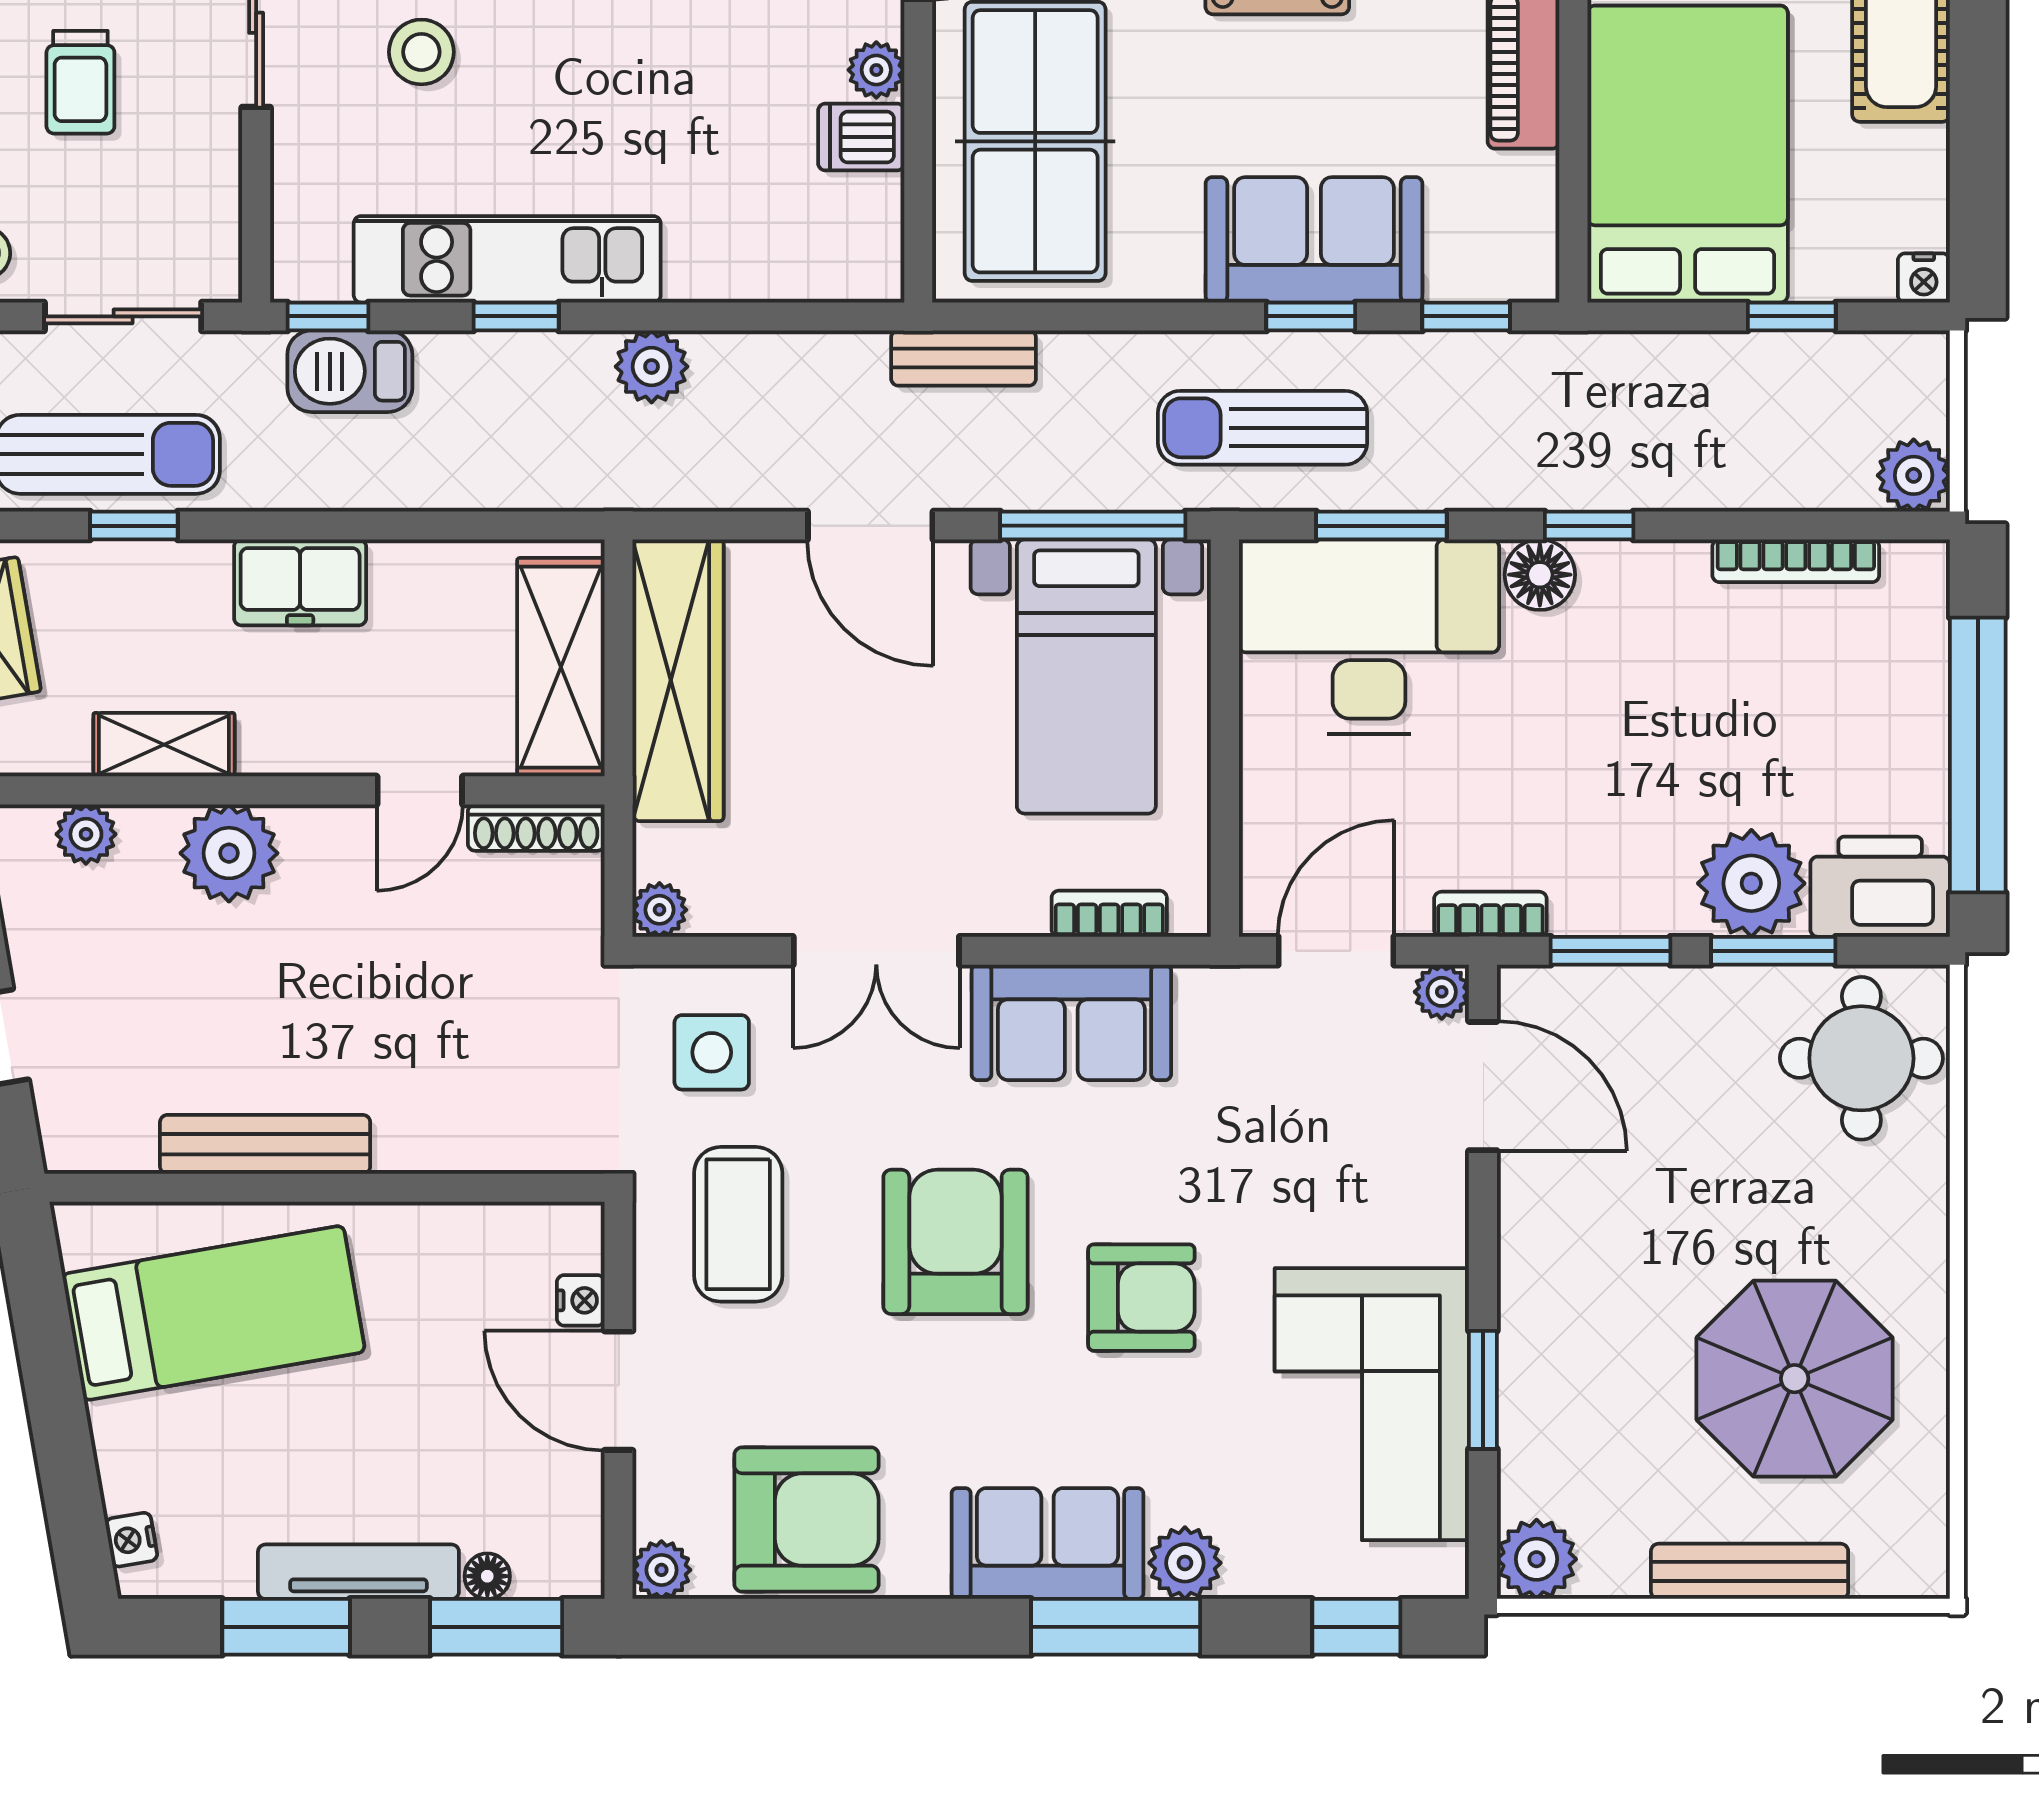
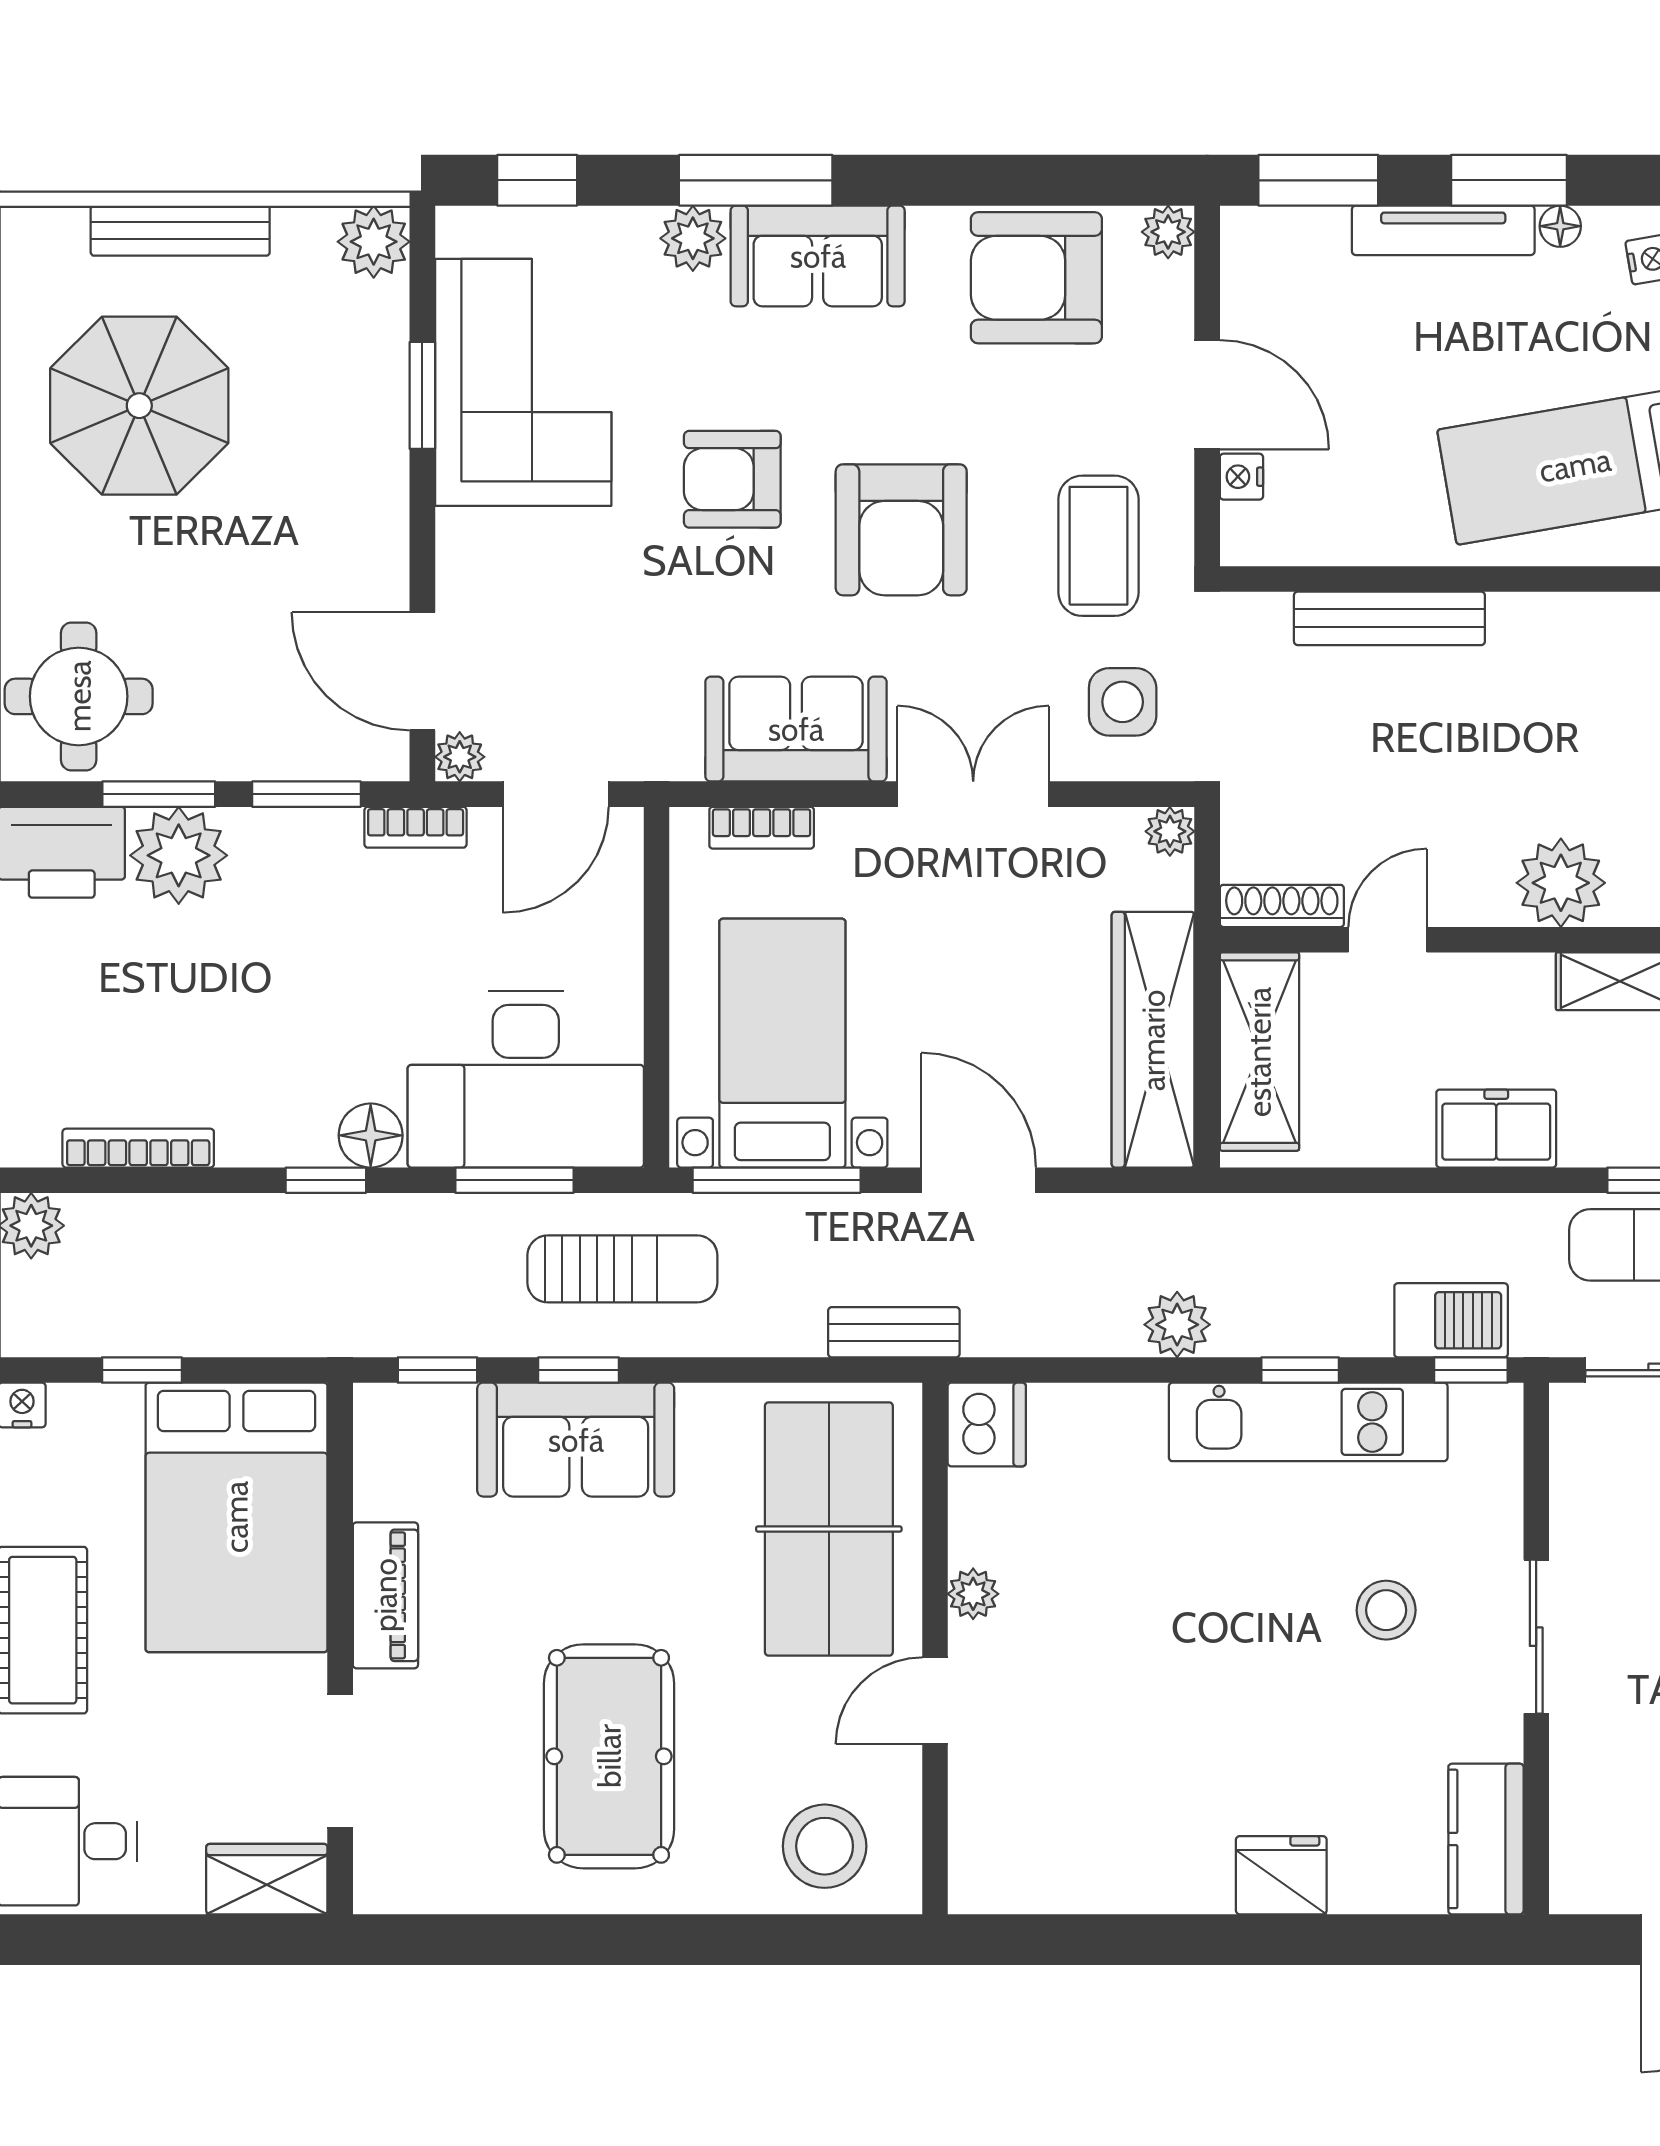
dishwasher: (861, 137) -> (987, 1425), moved, width x1.38
bench: (265, 1144) -> (1389, 618), moved
floor lamp: (487, 1576) -> (1560, 226), moved

